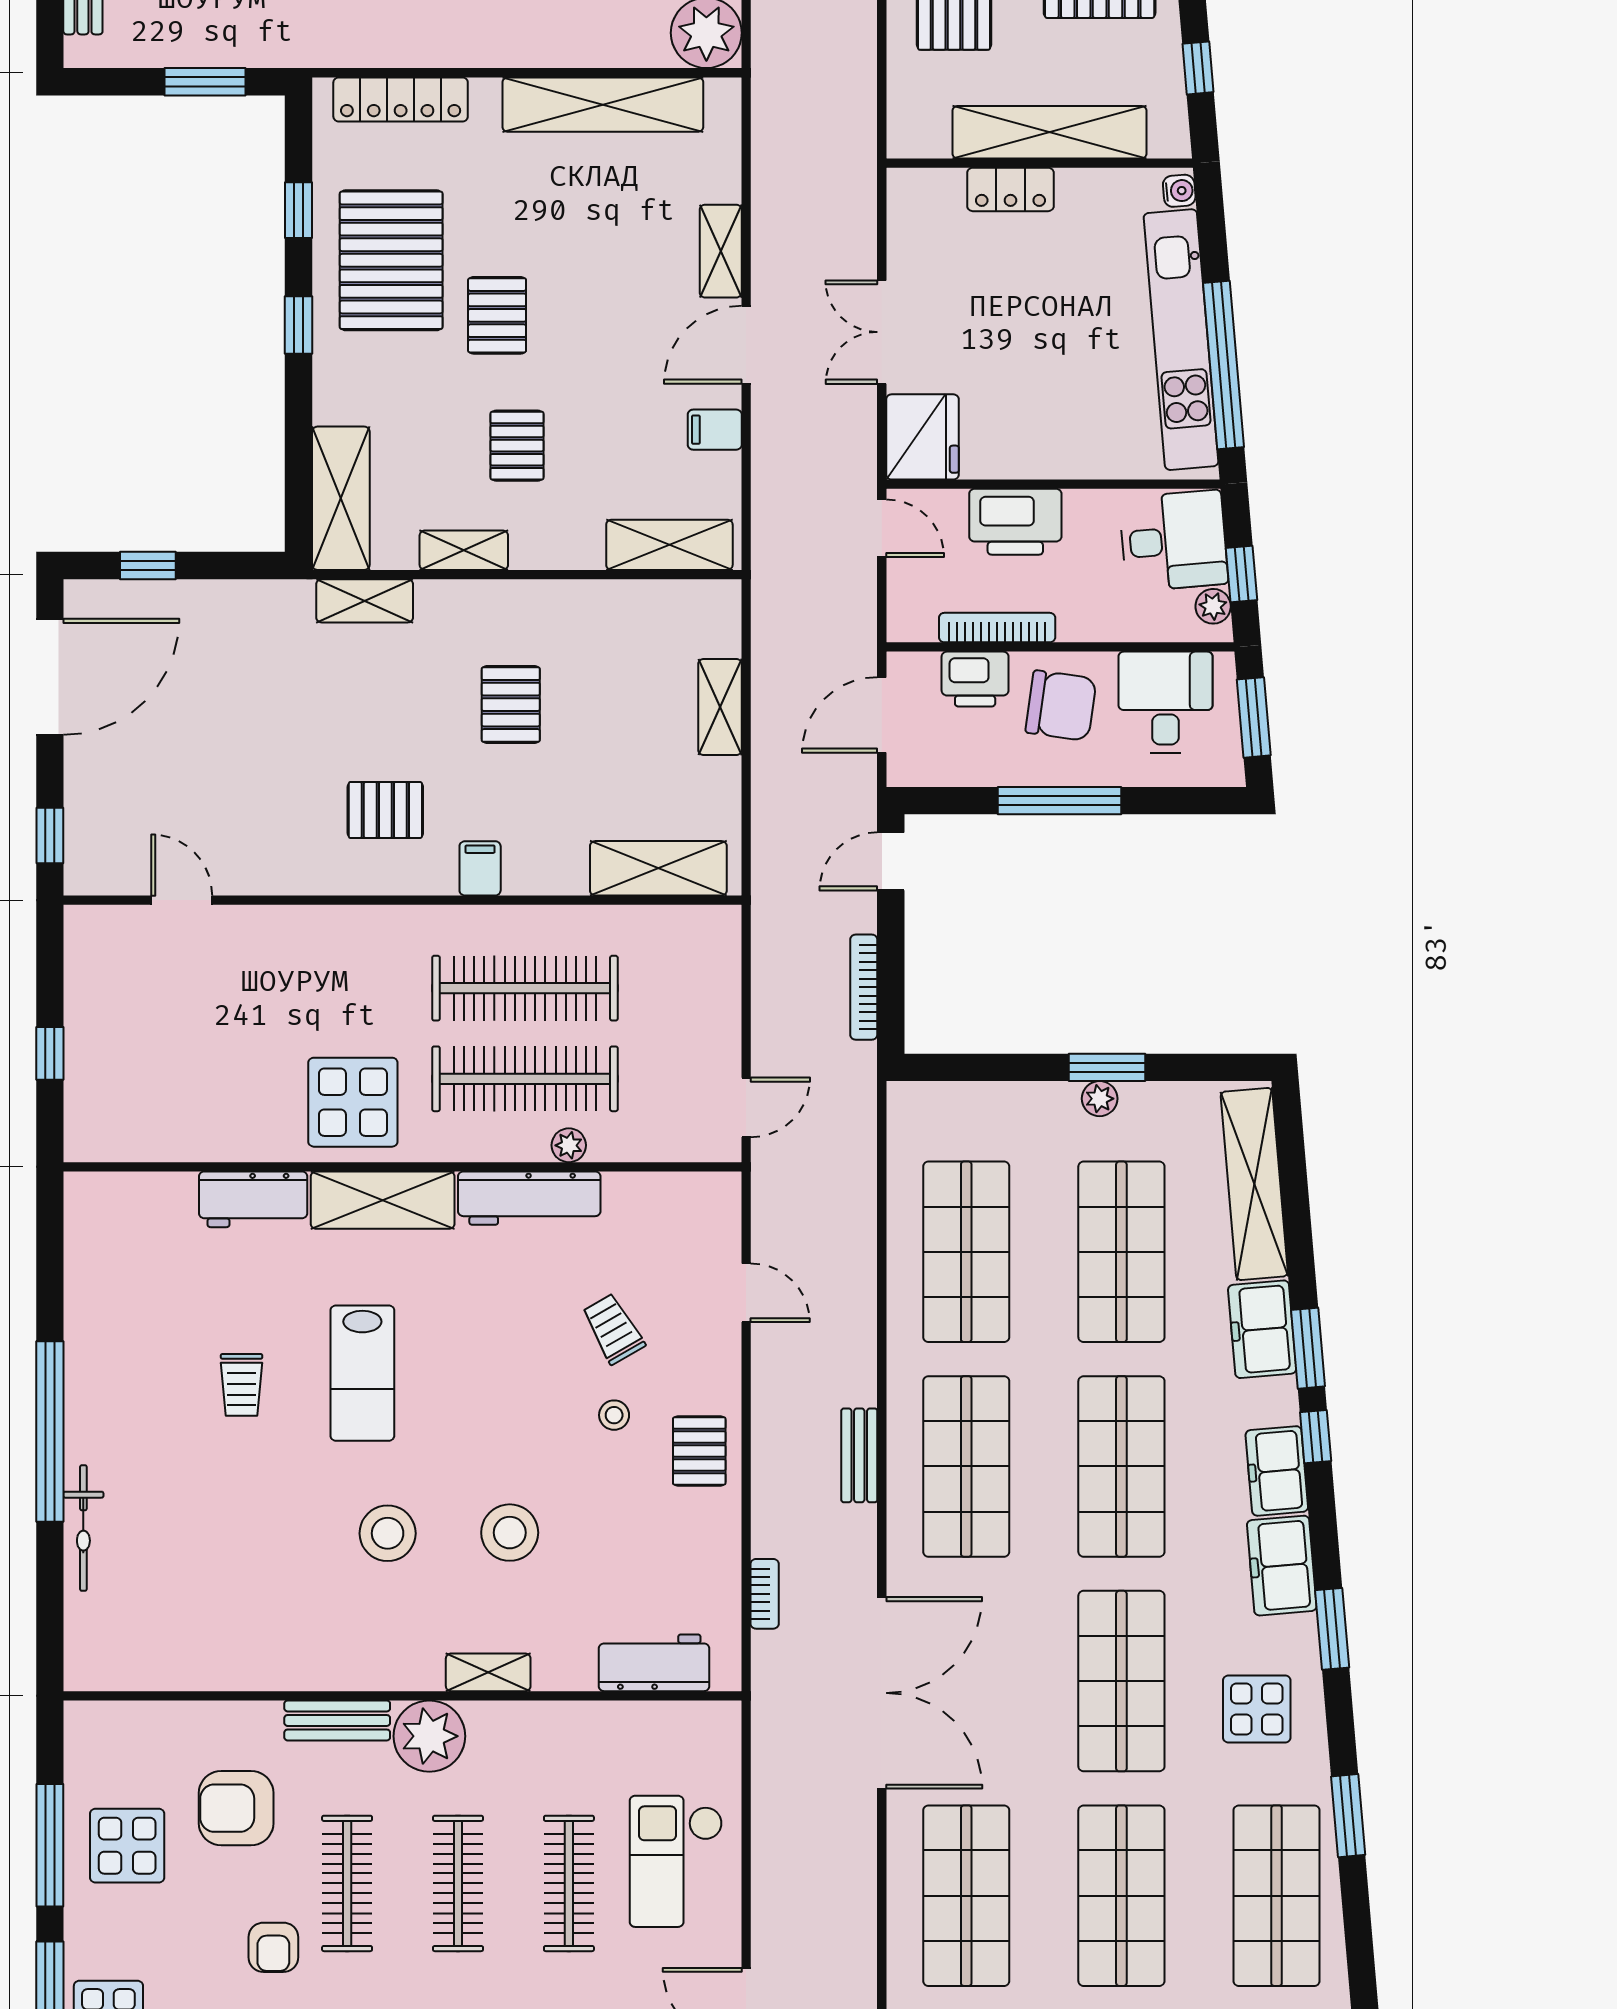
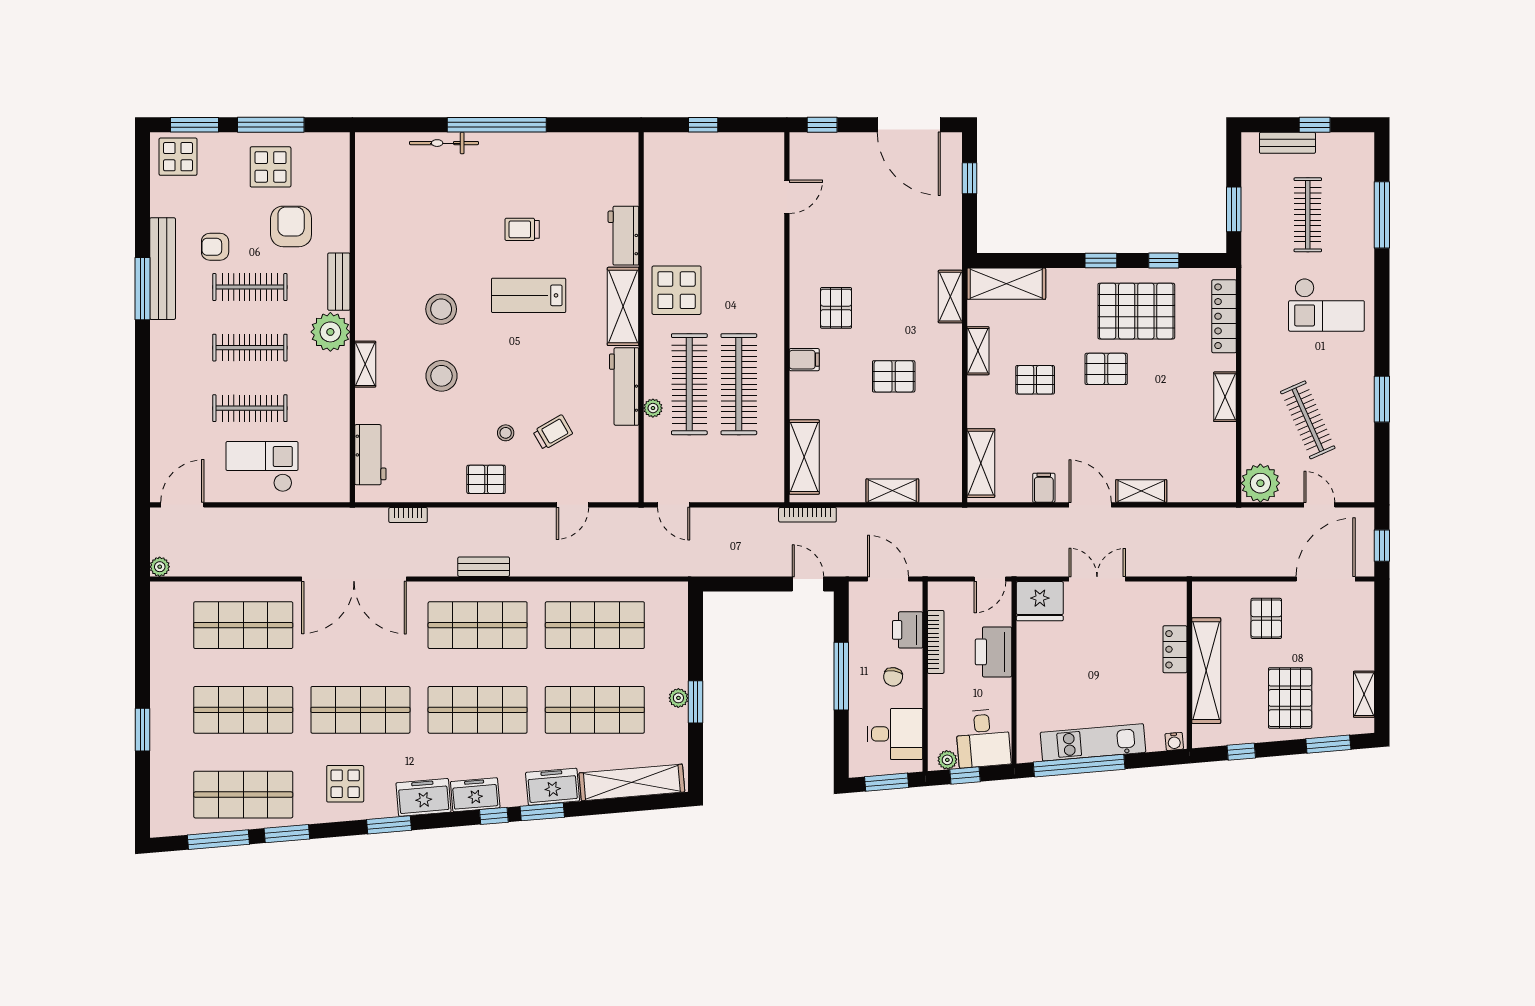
shelving: (603, 105) -> (1225, 397), width x0.45, depth x0.75
kitchen unit: (1181, 340) -> (1093, 742), width x0.73
chair: (1061, 706) -> (893, 677), width x0.54, depth x0.54
bookcase: (864, 987) -> (807, 515), moved, turned 180
window: (1359, 1941) -> (218, 840), added

